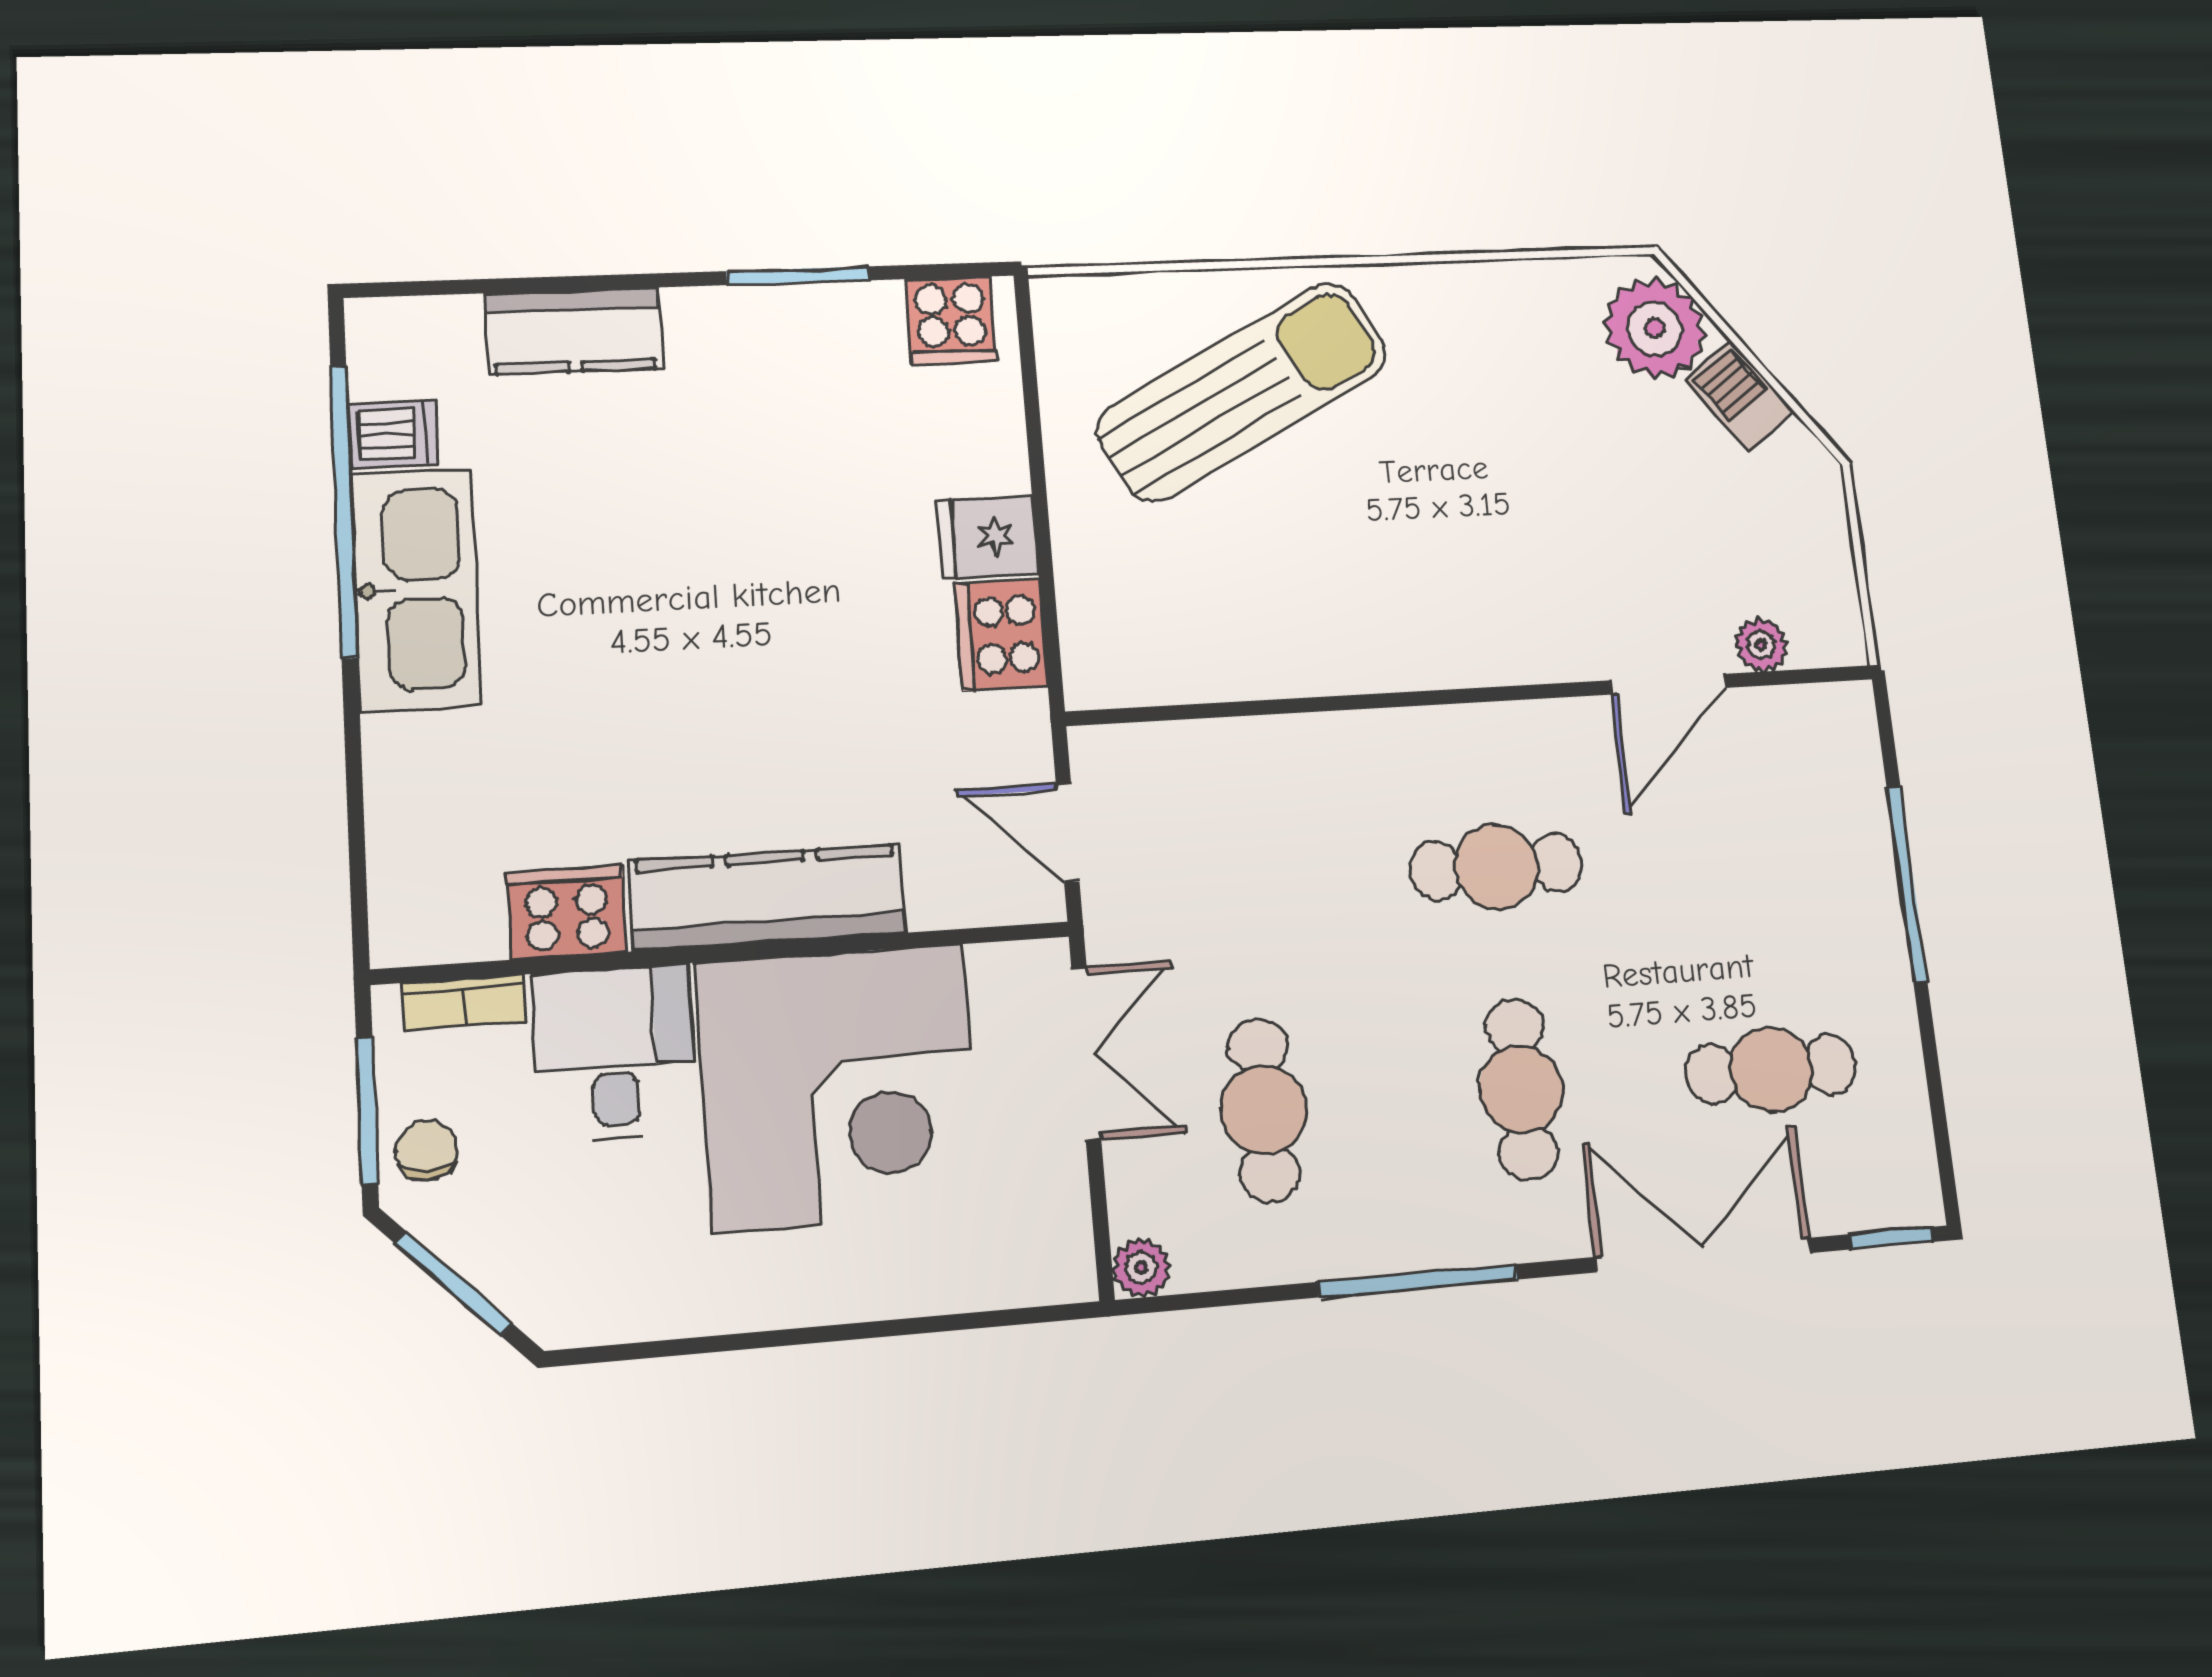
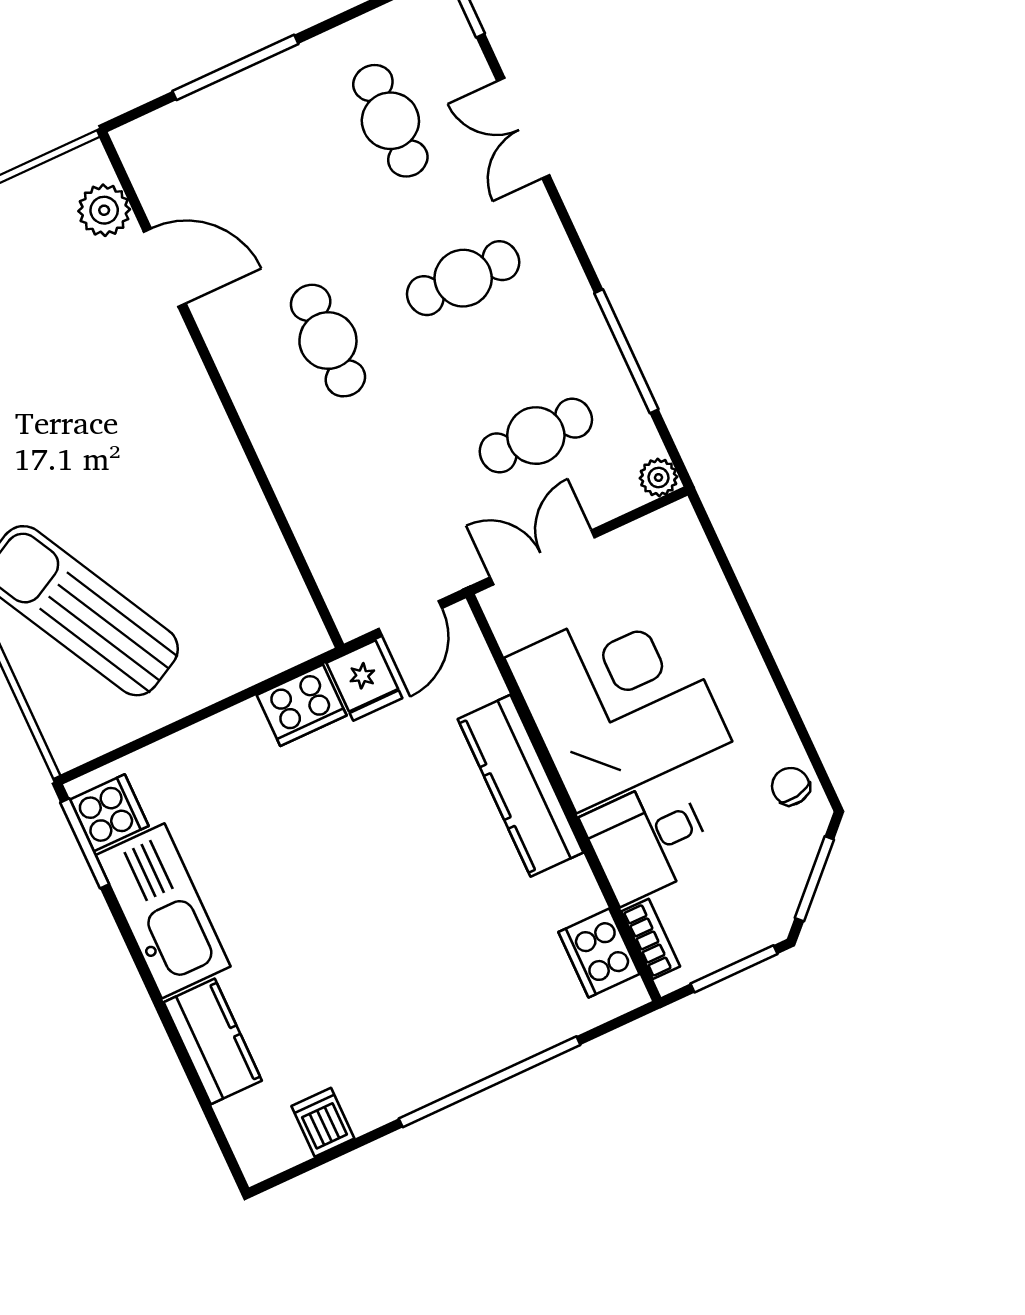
window: (798, 276) -> (85, 843), moved
window: (344, 511) -> (490, 1082), moved
fridge: (987, 537) -> (364, 681), moved
kitchen sink: (415, 589) -> (163, 911), moved, turned 90
plant: (1761, 645) -> (104, 210), width x1.38, depth x1.38
cooker: (567, 912) -> (599, 953), moved
chair: (426, 1151) -> (791, 786), moved, turned 80
double door: (1703, 1255) -> (523, 128), width x0.73
window: (1418, 1281) -> (626, 351), moved

